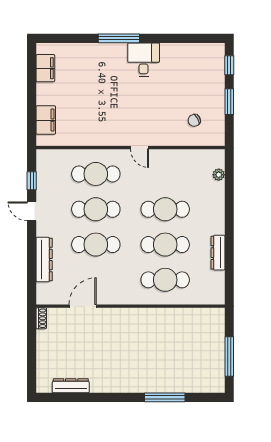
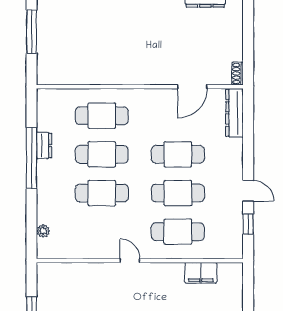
filing cabinet: (46, 120) -> (201, 273), moved, turned -90
chair: (194, 120) -> (70, 290), removed
window: (229, 241) -> (32, 158), added
dresser: (218, 253) -> (44, 145), width x0.70
dresser: (44, 260) -> (234, 113), moved

